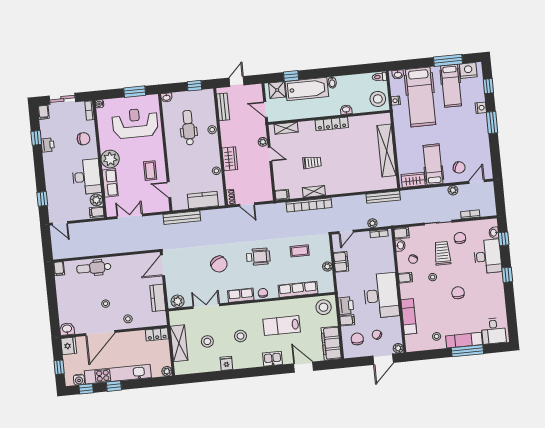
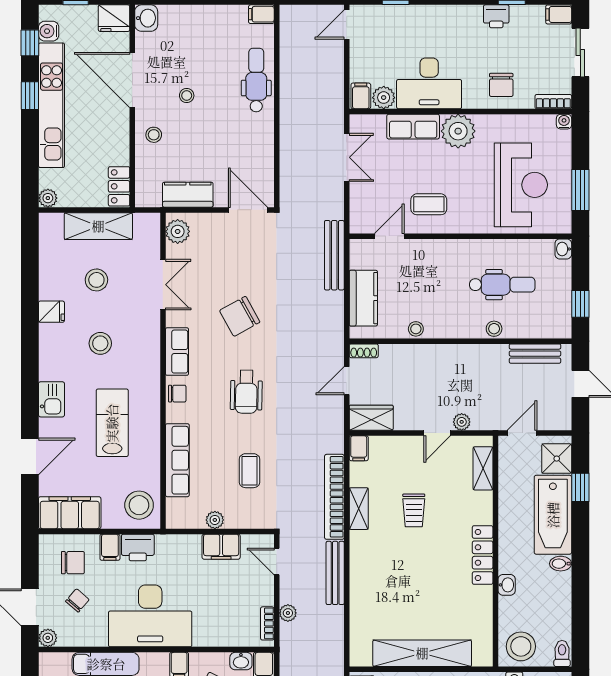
wardrobe: (230, 159) -> (371, 418), moved, turned 180
bench: (383, 197) -> (335, 573), moved

